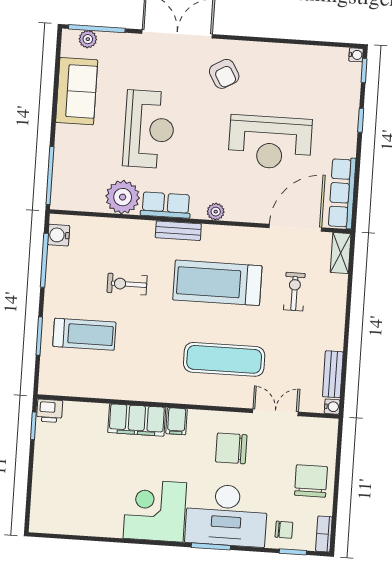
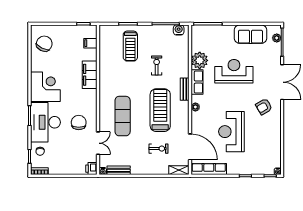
reception desk: (149, 129) -> (234, 71), turned 180
printer: (50, 411) -> (91, 169), moved
filing cabinet: (177, 421) -> (90, 43), moved
chair: (311, 481) -> (44, 44), moved, turned -64

